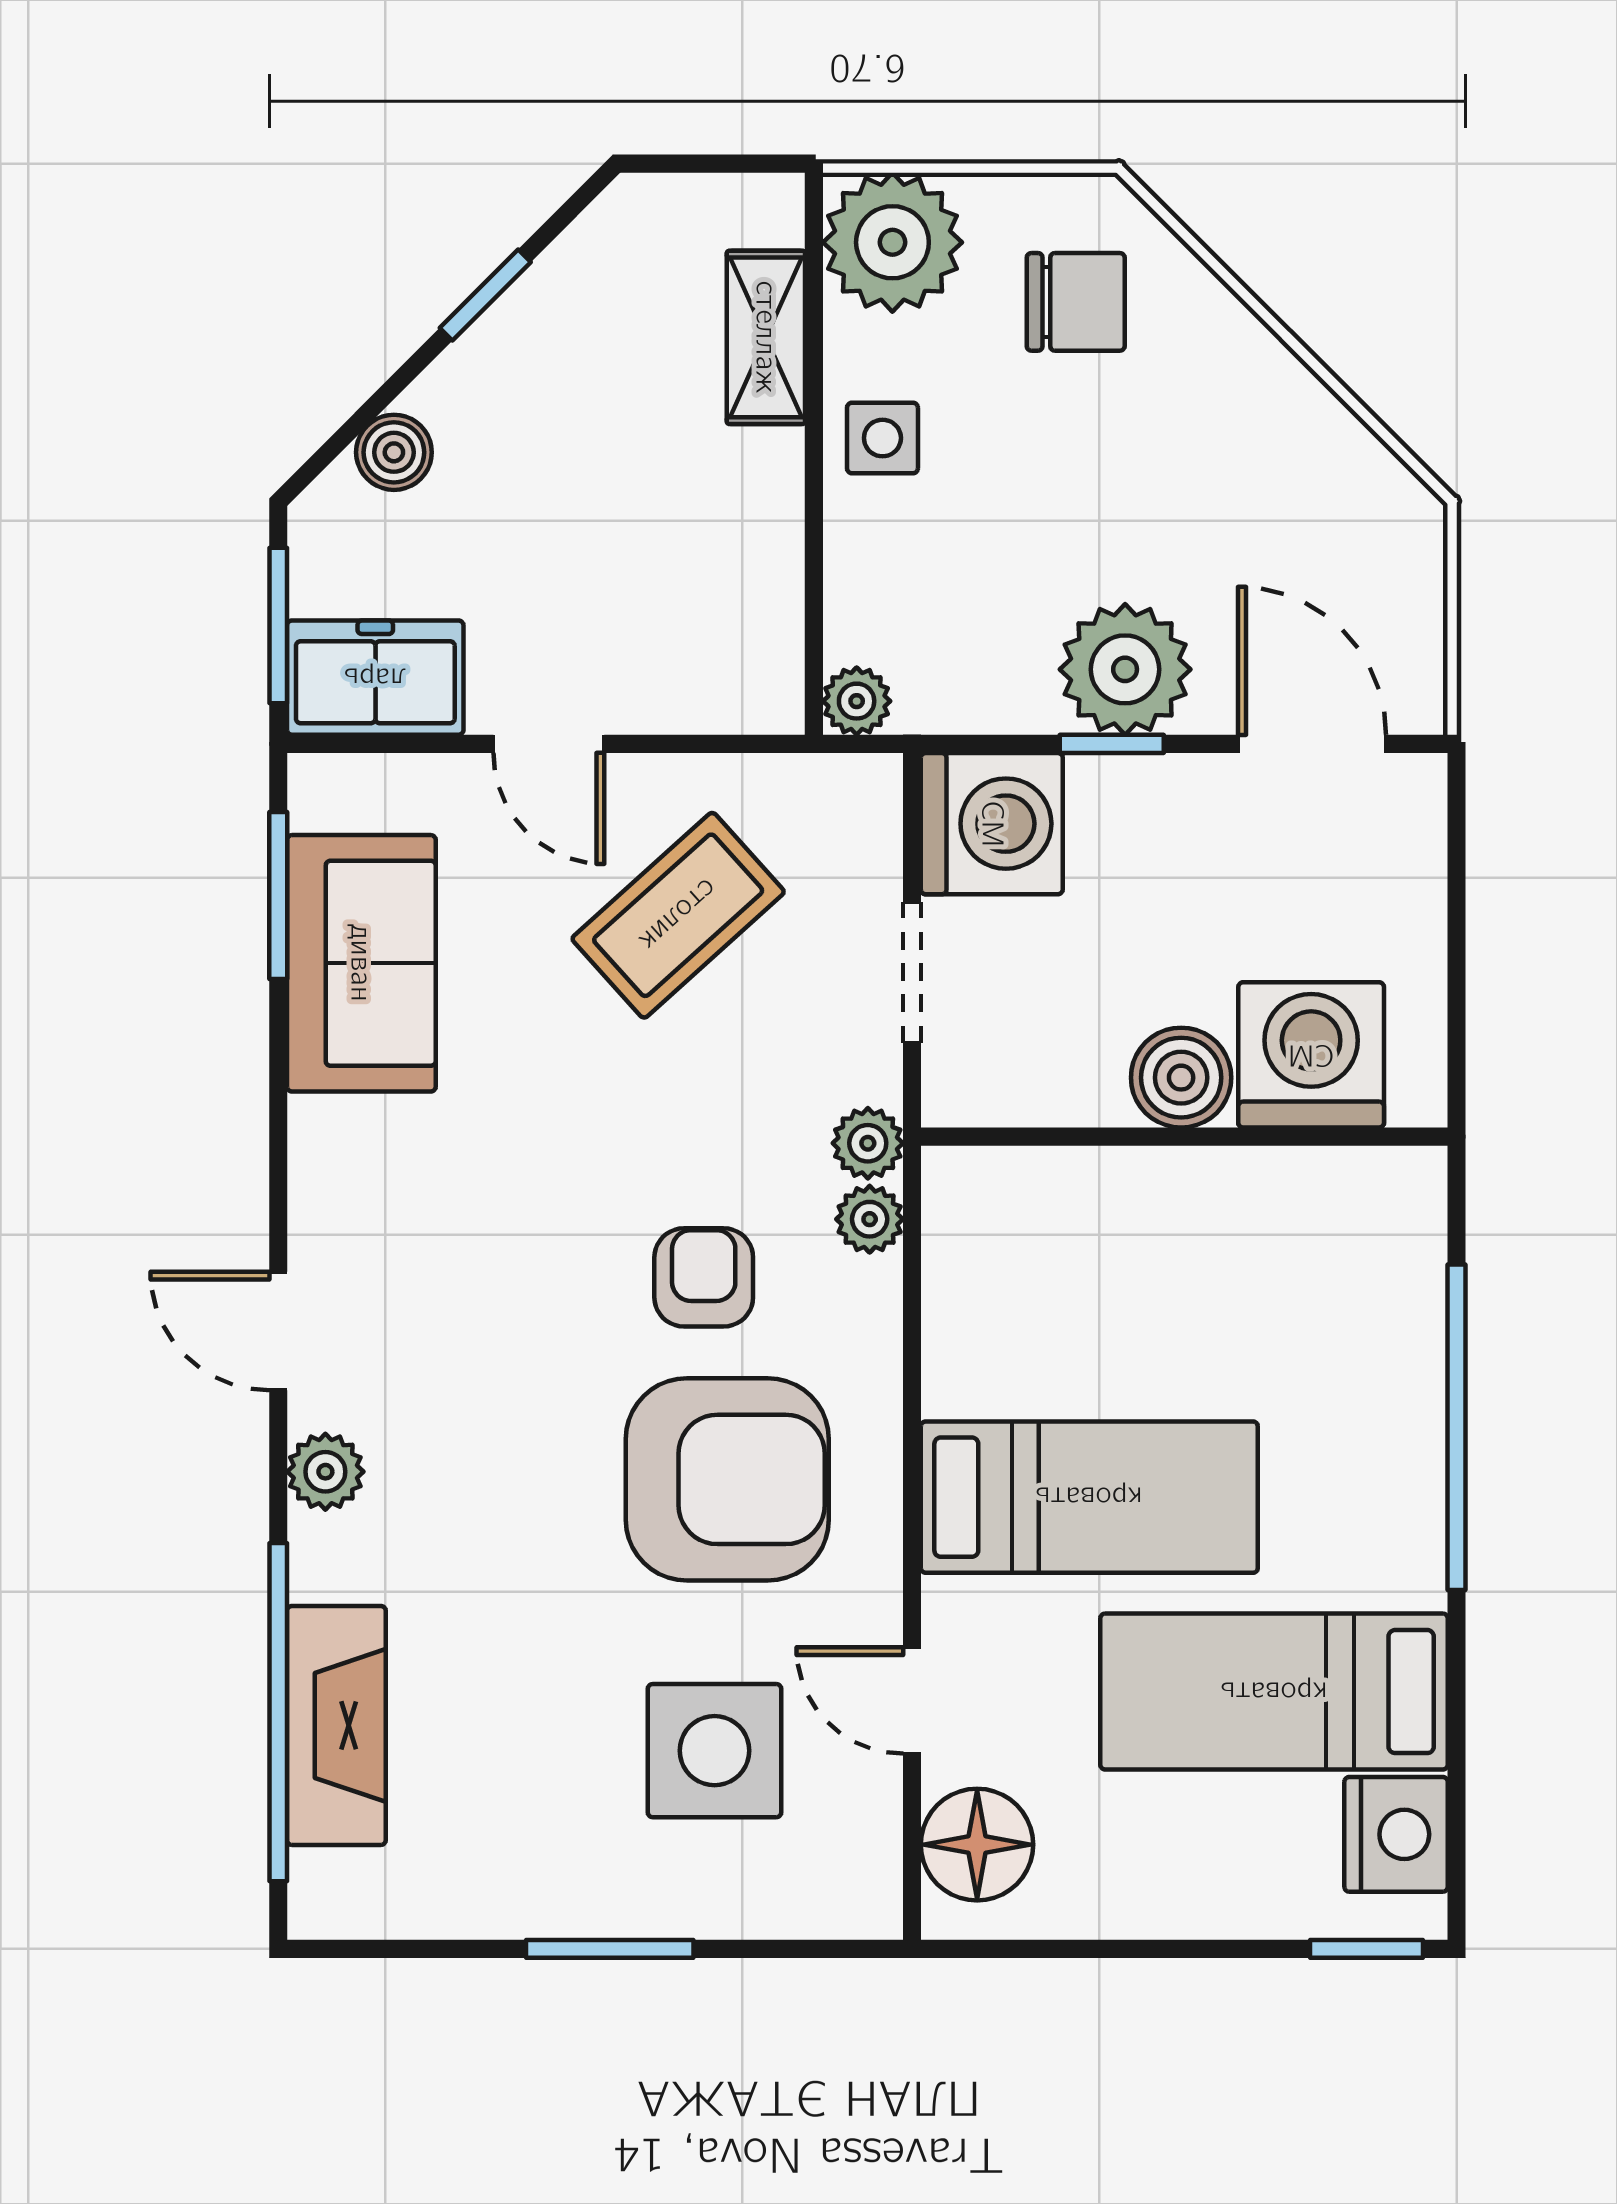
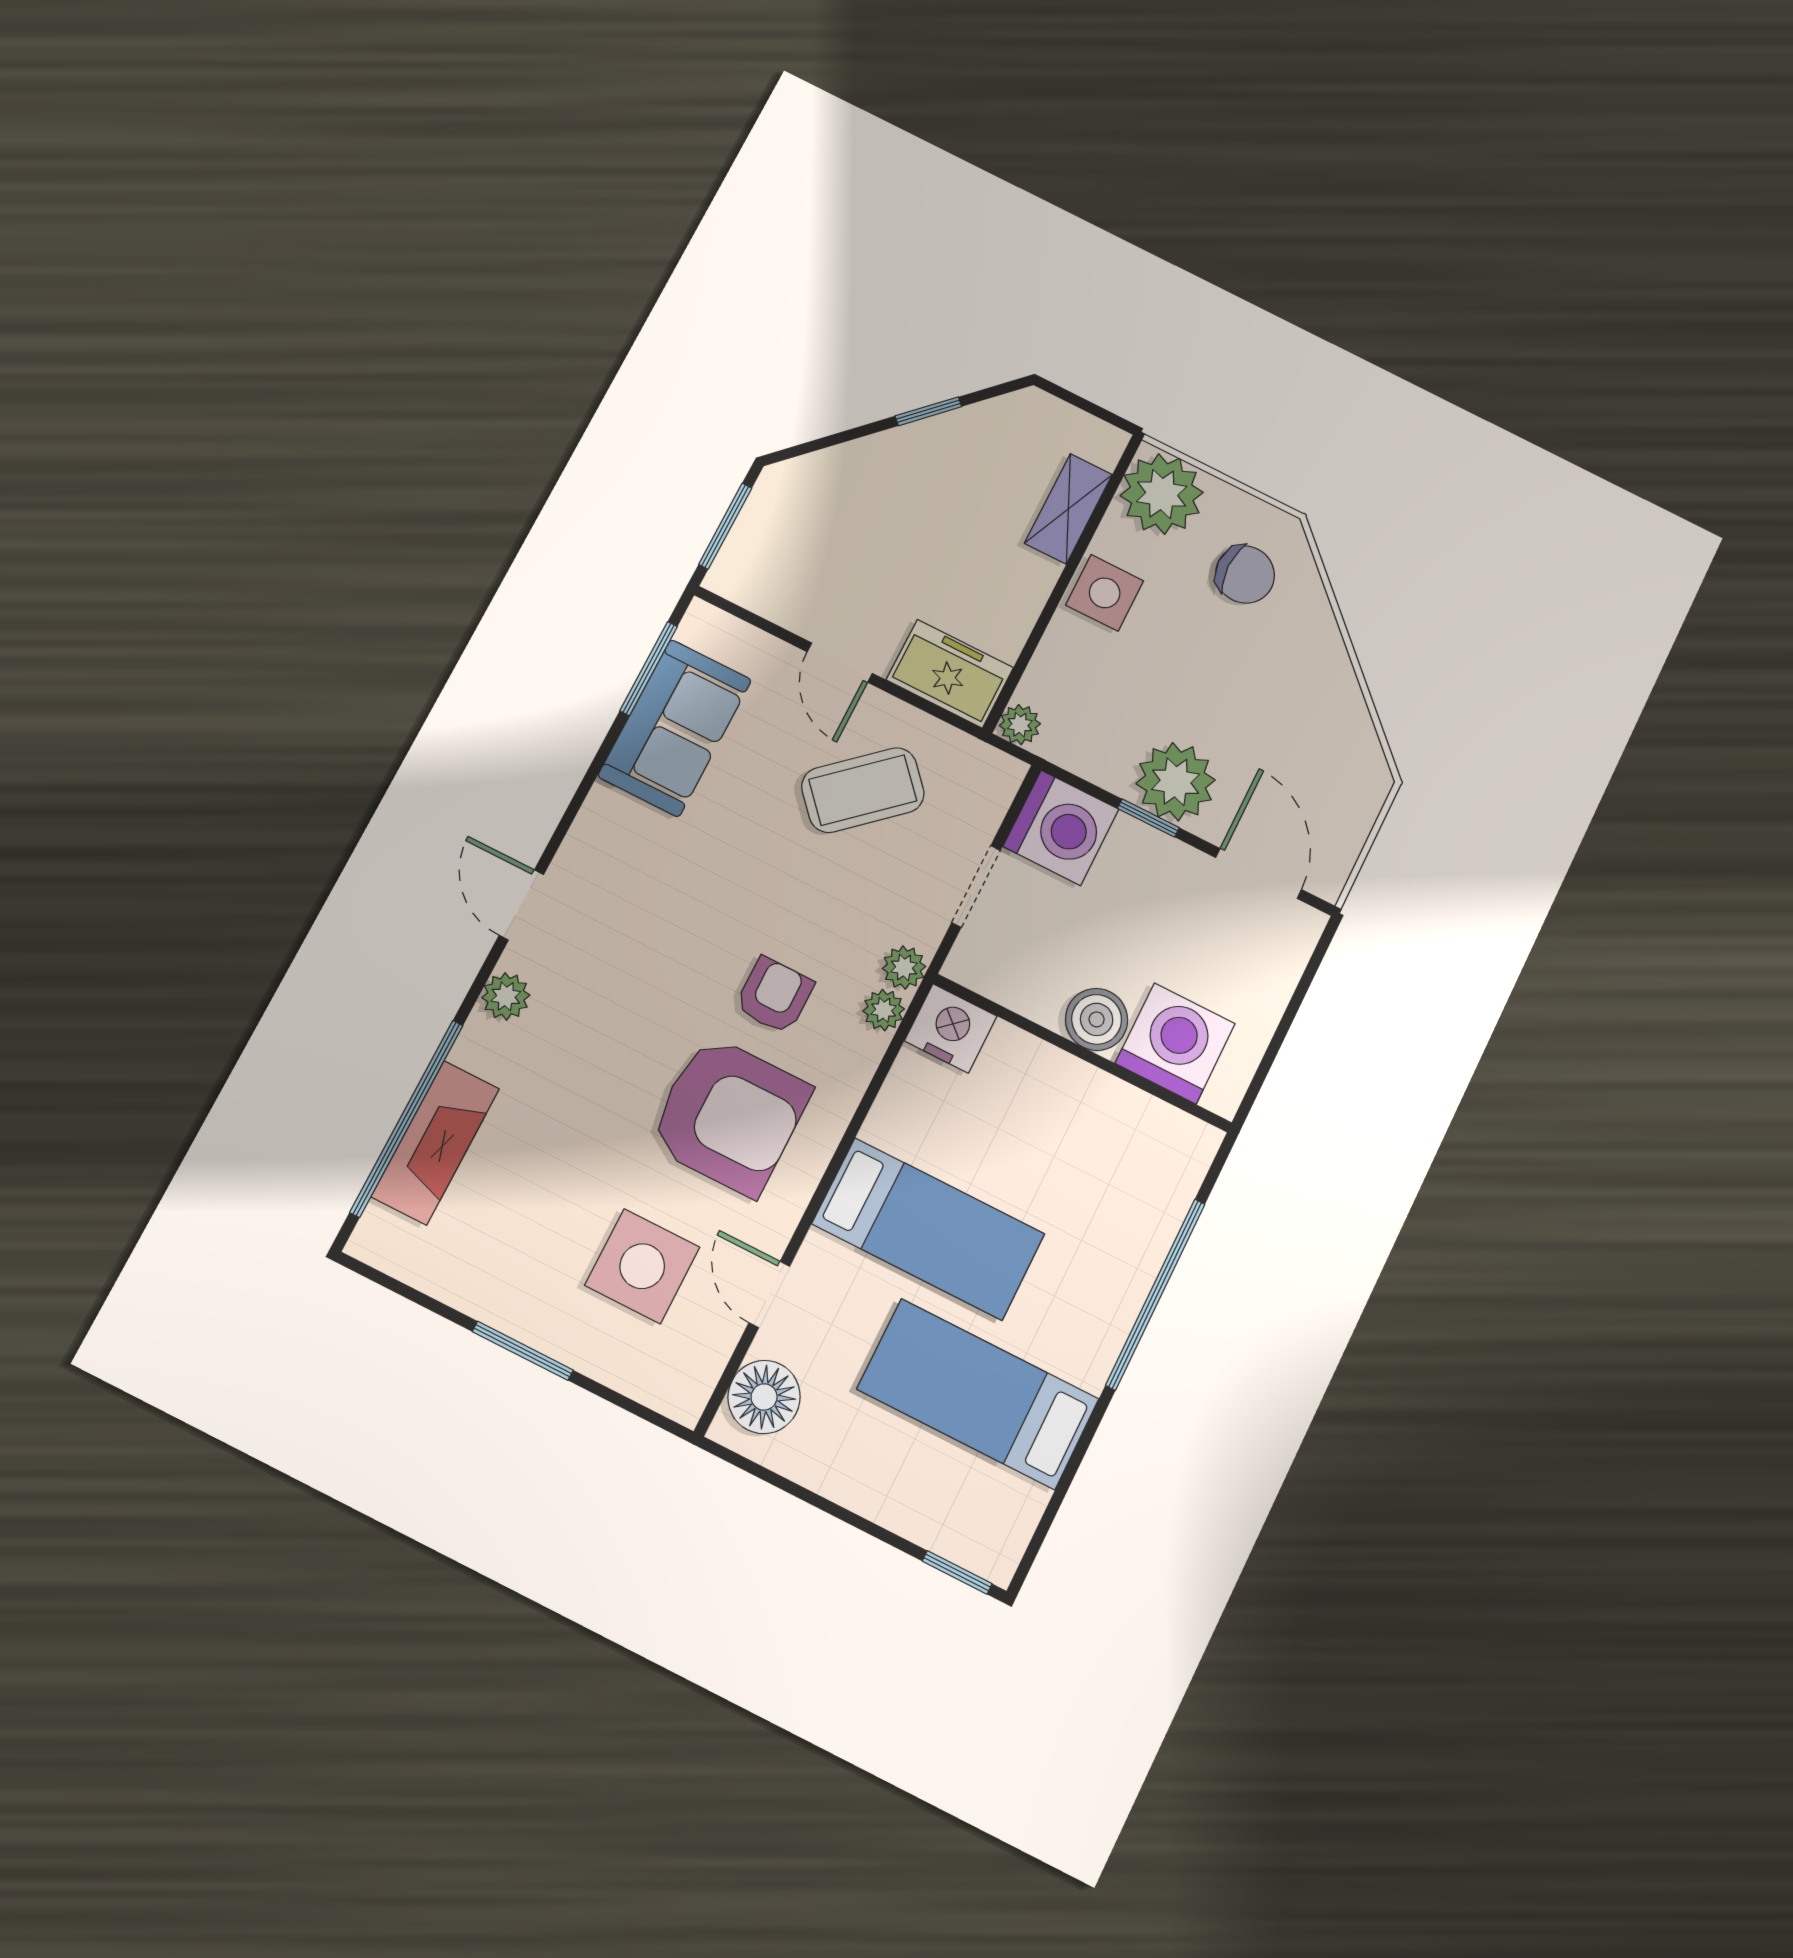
side table: (882, 438) -> (1105, 593), width x1.37, depth x1.37
boiler: (394, 452) -> (836, 468), removed
freezer: (375, 678) -> (950, 674), moved
nightstand: (1396, 1834) -> (951, 1028), moved, turned -90

